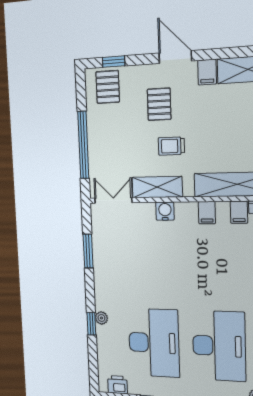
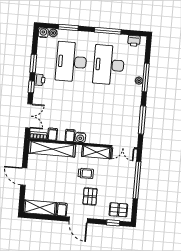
pallet: (108, 87) -> (118, 210), turned 90
water cooler: (165, 211) -> (80, 137), moved
window: (88, 251) -> (142, 120), width x1.44
window: (91, 324) -> (146, 77), width x2.17

